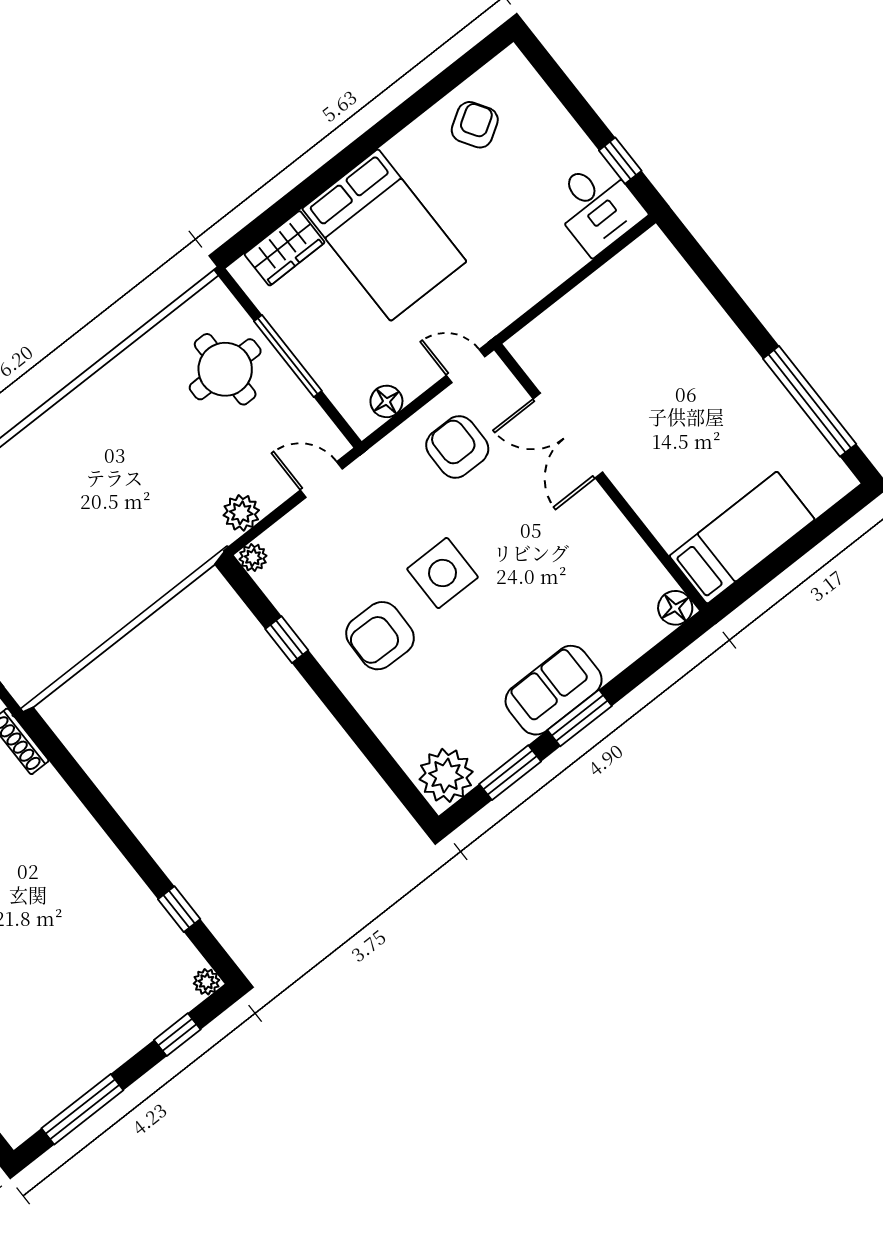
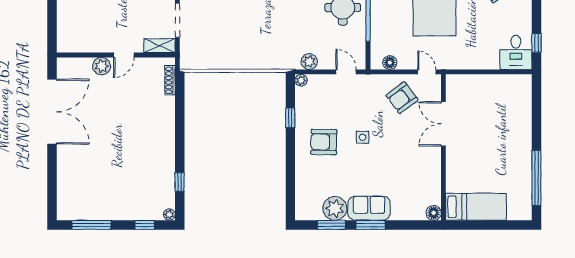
armchair: (457, 447) -> (402, 98), turned -127
side table: (443, 573) -> (362, 137), width x0.54, depth x0.54
plant: (446, 775) -> (335, 208), moved

